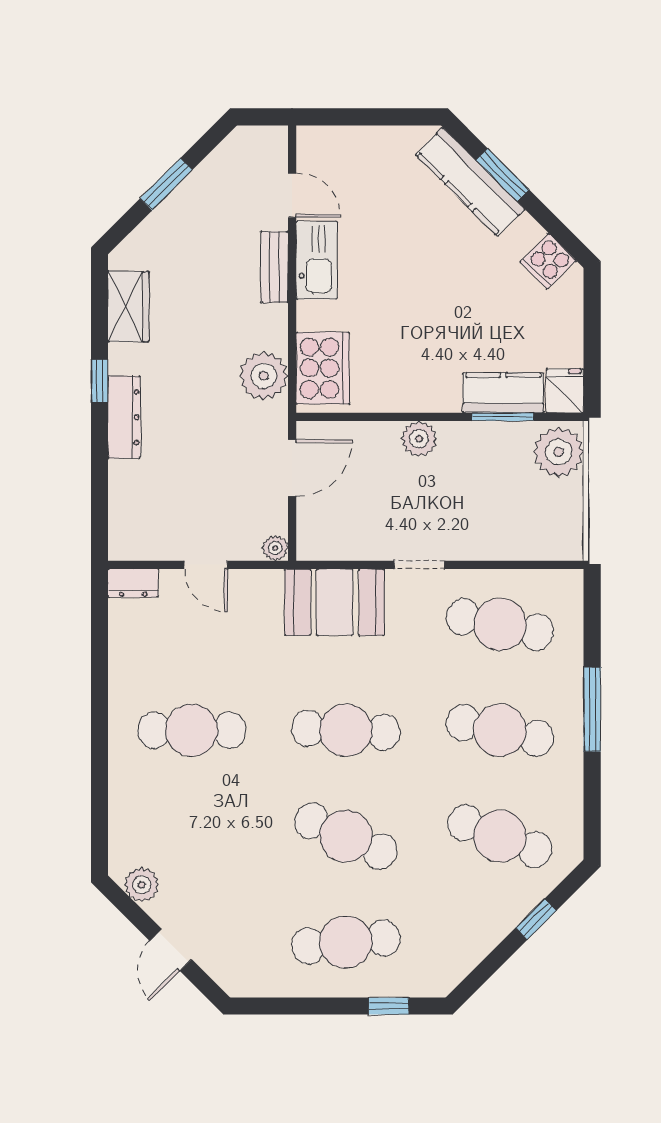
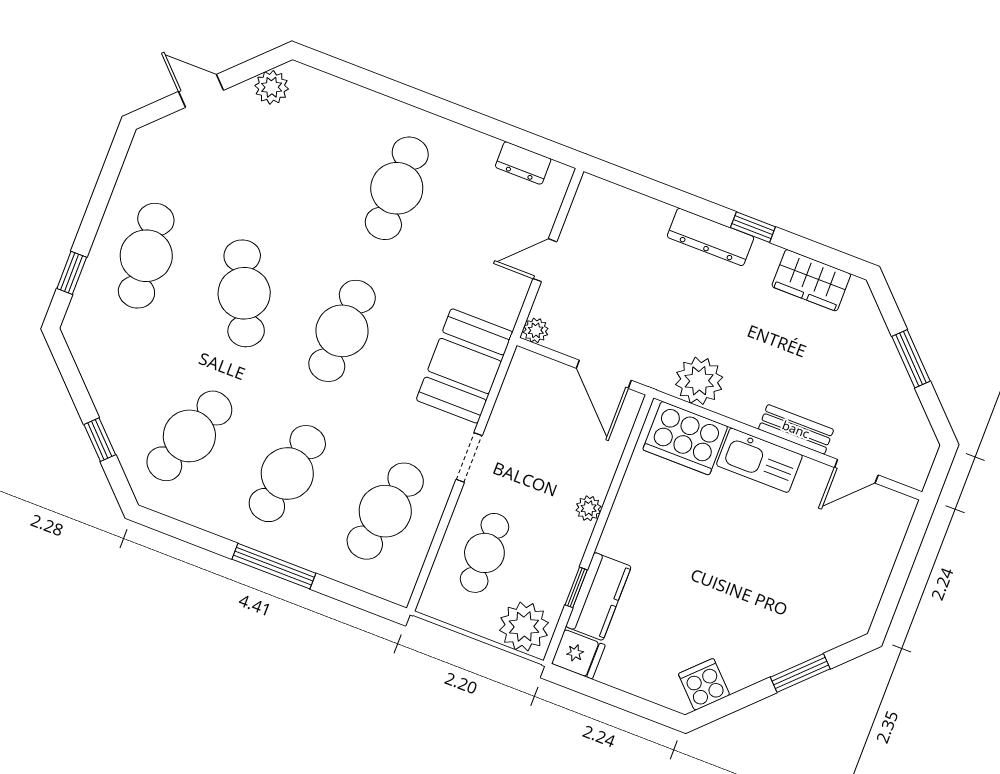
kitchen counter: (470, 182) -> (805, 641), removed
kitchen sink: (317, 260) -> (759, 460), moved
window: (503, 417) -> (576, 587), width x0.67
plant: (419, 439) -> (589, 508), width x0.73, depth x0.73
cafe table: (503, 516) -> (484, 553), added
dresser: (133, 583) -> (523, 163), moved, turned -90
cafe table: (346, 836) -> (244, 293), turned -48

